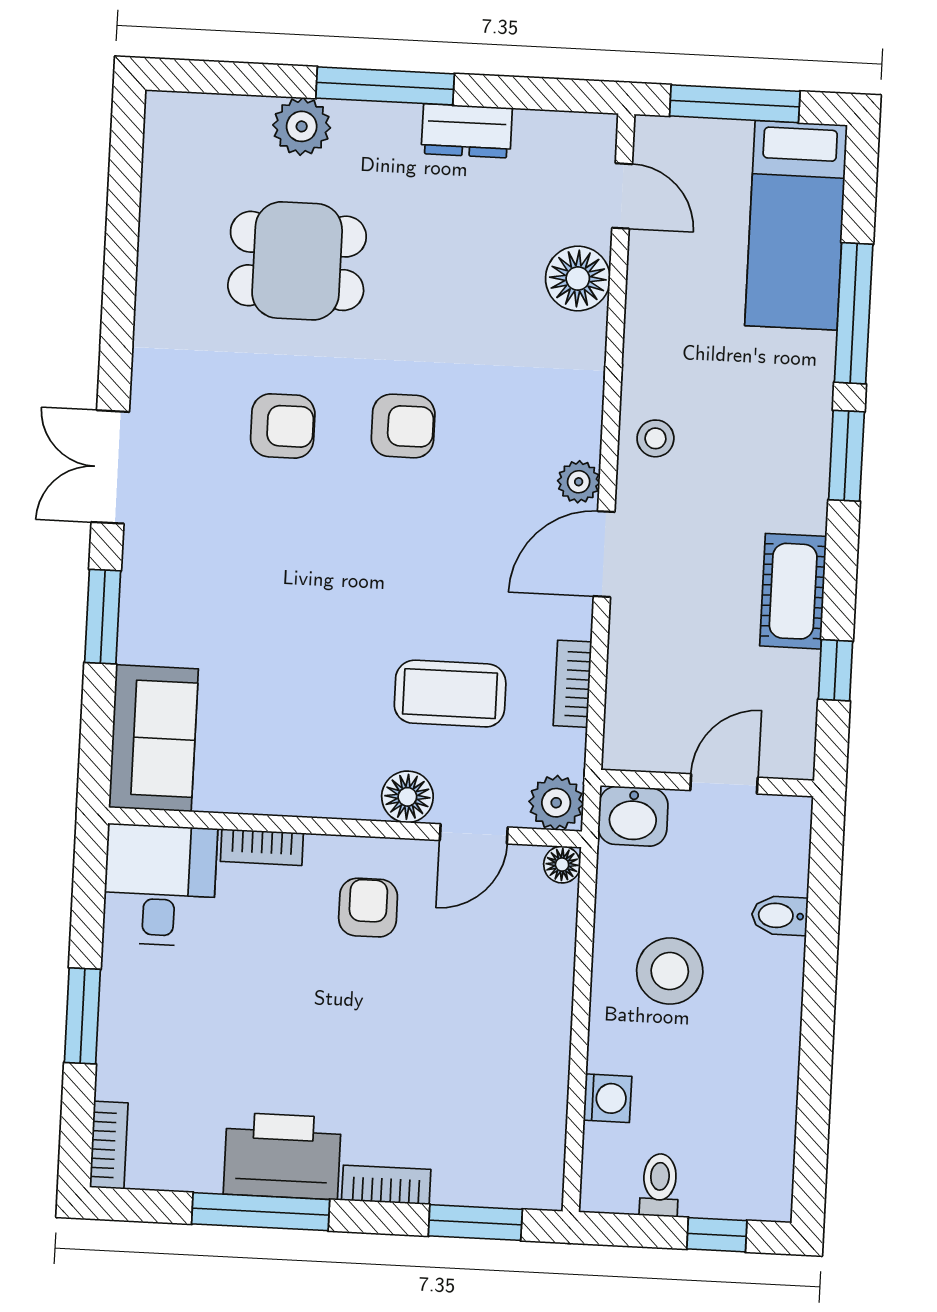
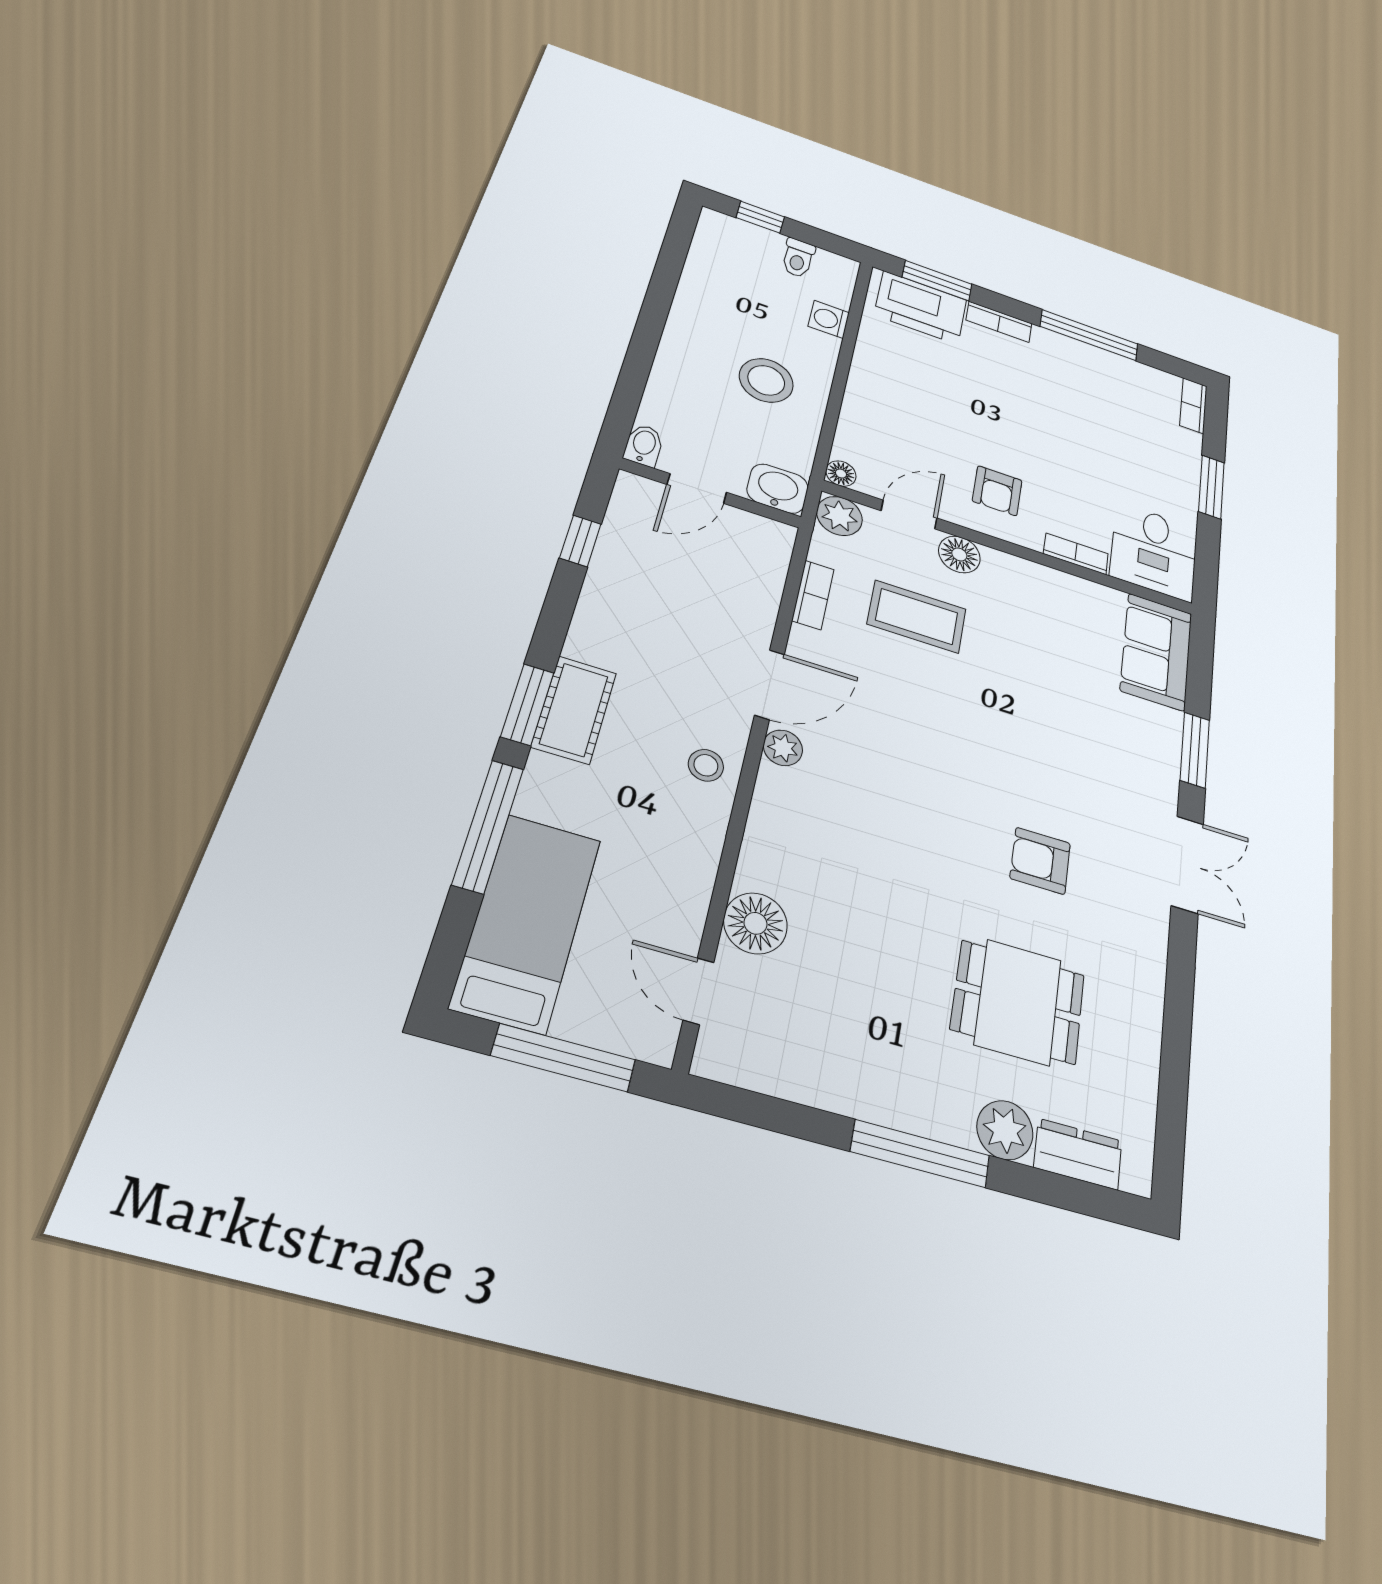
dresser: (467, 131) -> (1078, 1154), moved
armchair: (403, 426) -> (935, 834), removed
cot: (793, 591) -> (574, 710), moved
bidet: (780, 916) -> (644, 445), moved, turned -90
printer: (282, 1156) -> (921, 307), moved

